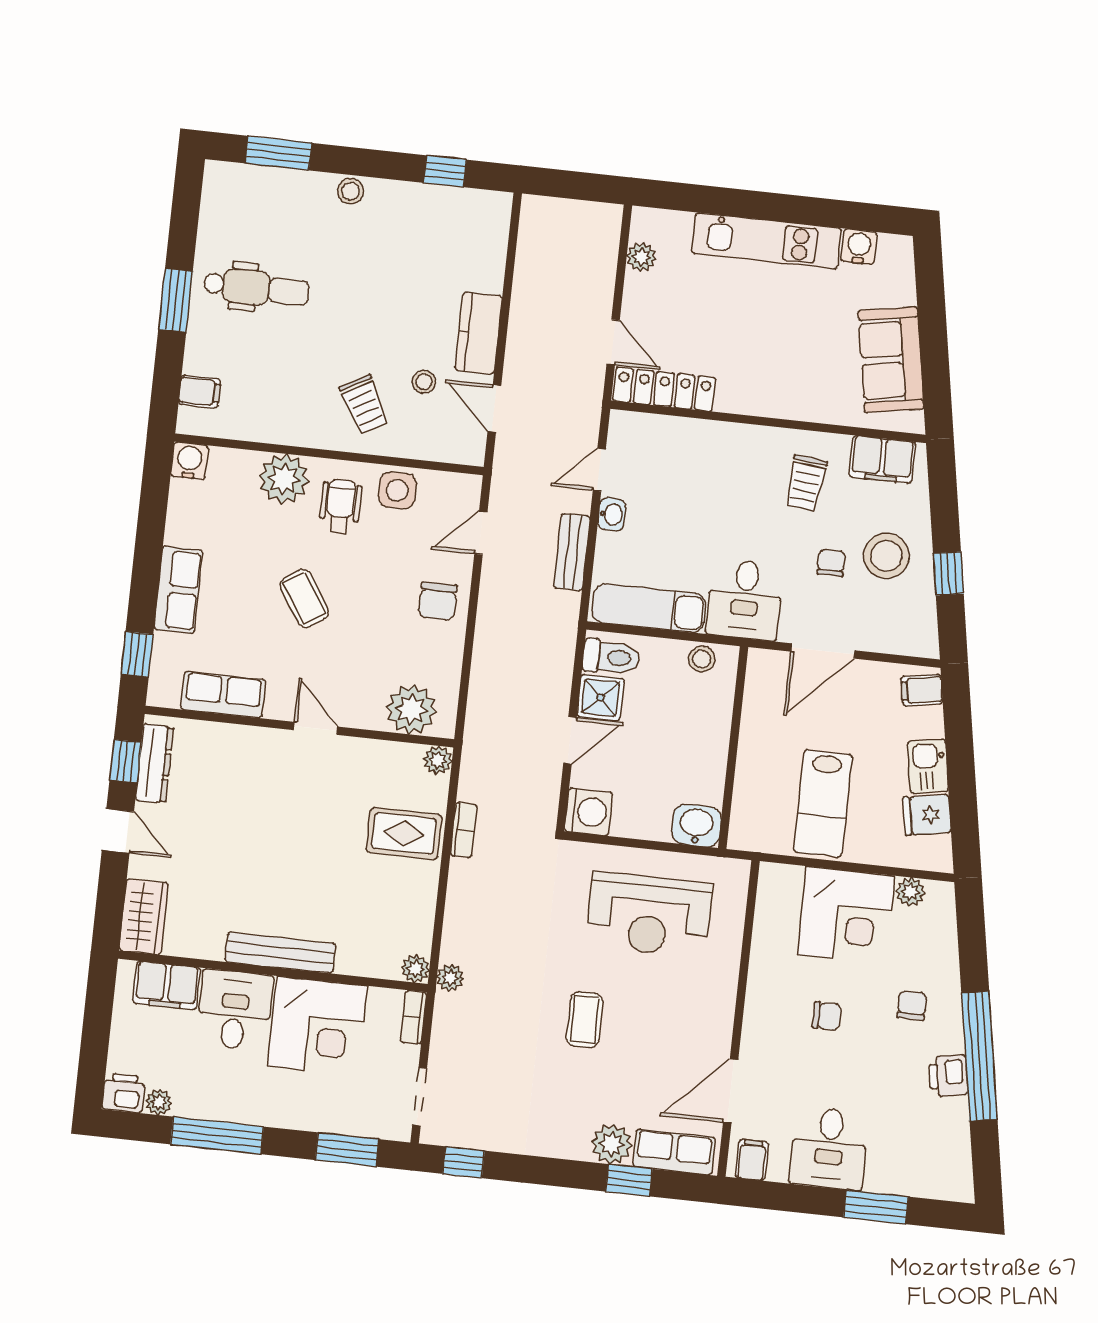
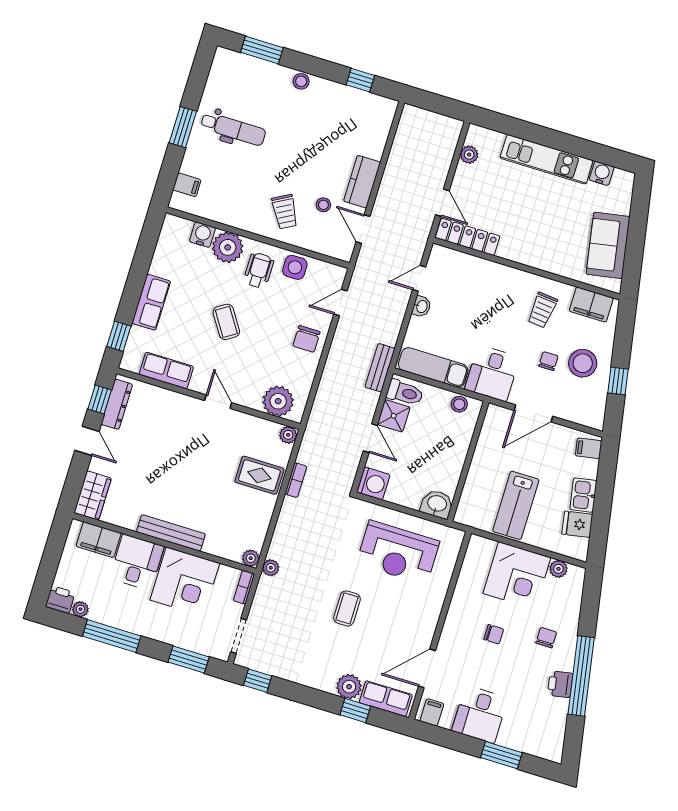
water cooler: (189, 461) -> (202, 235), moved
bench: (572, 552) -> (380, 368), moved
door: (570, 740) -> (370, 438), hinge flipped

